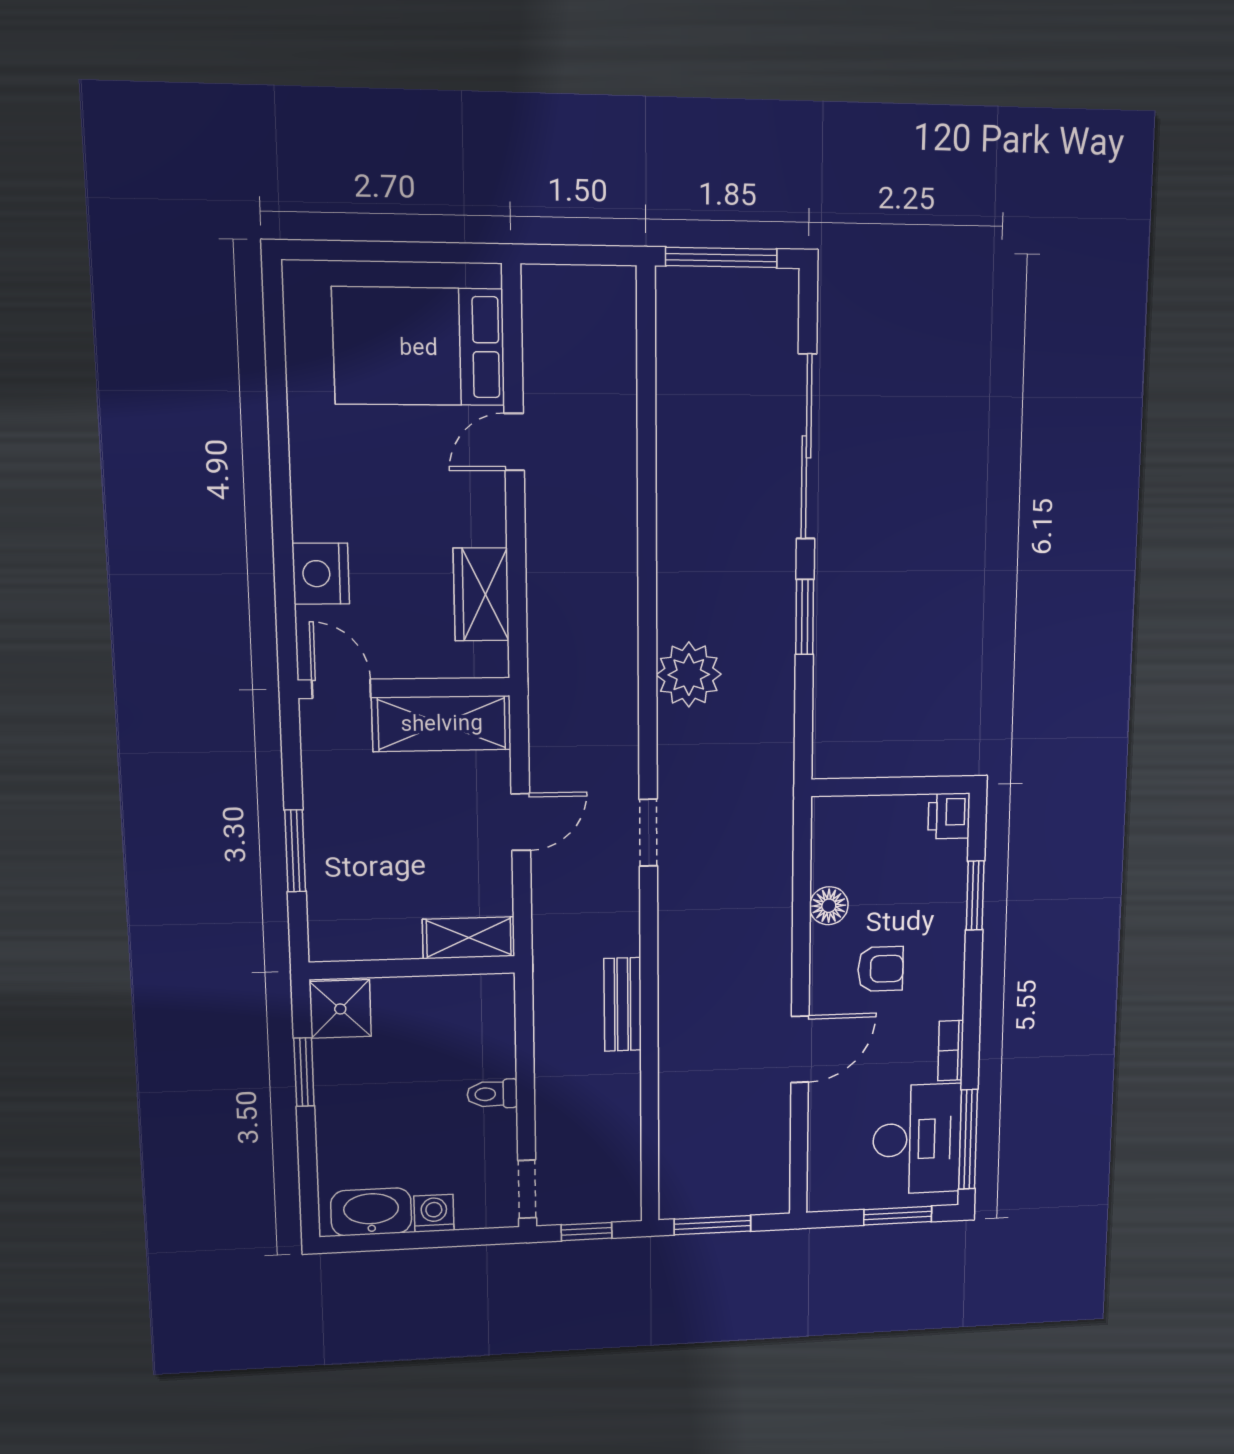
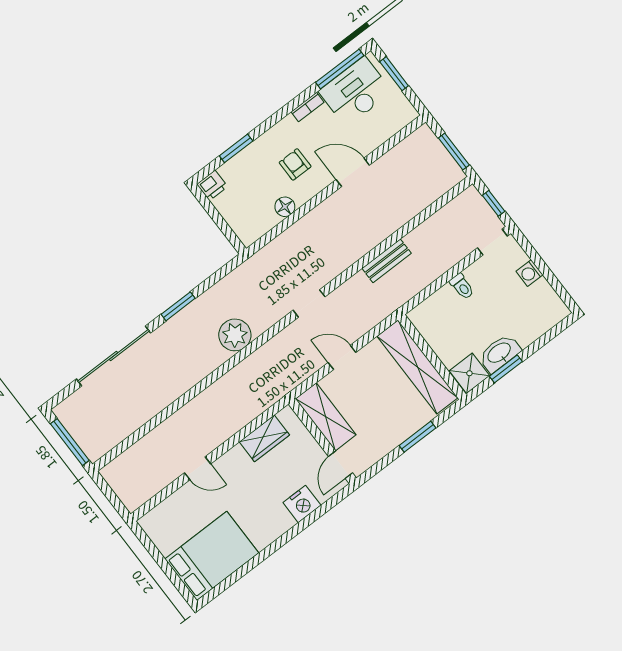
bed: (419, 347) -> (212, 556), moved, turned -90
shelving: (469, 938) -> (417, 367), width x2.20, depth x1.33
washbasin: (371, 1212) -> (500, 353), moved, turned 90

